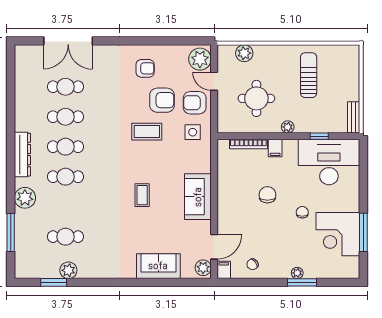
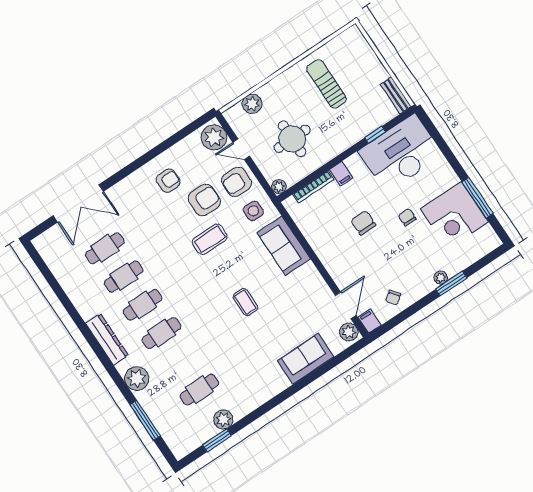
plant: (288, 127) -> (279, 187), moved
sofa: (198, 197) -> (284, 246), moved

